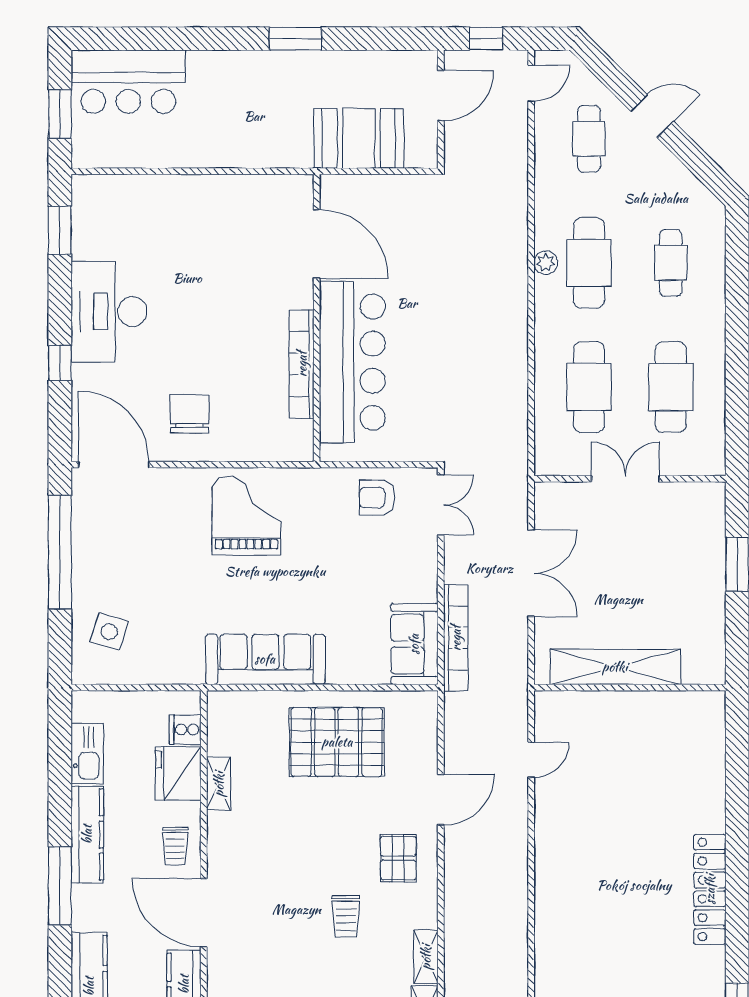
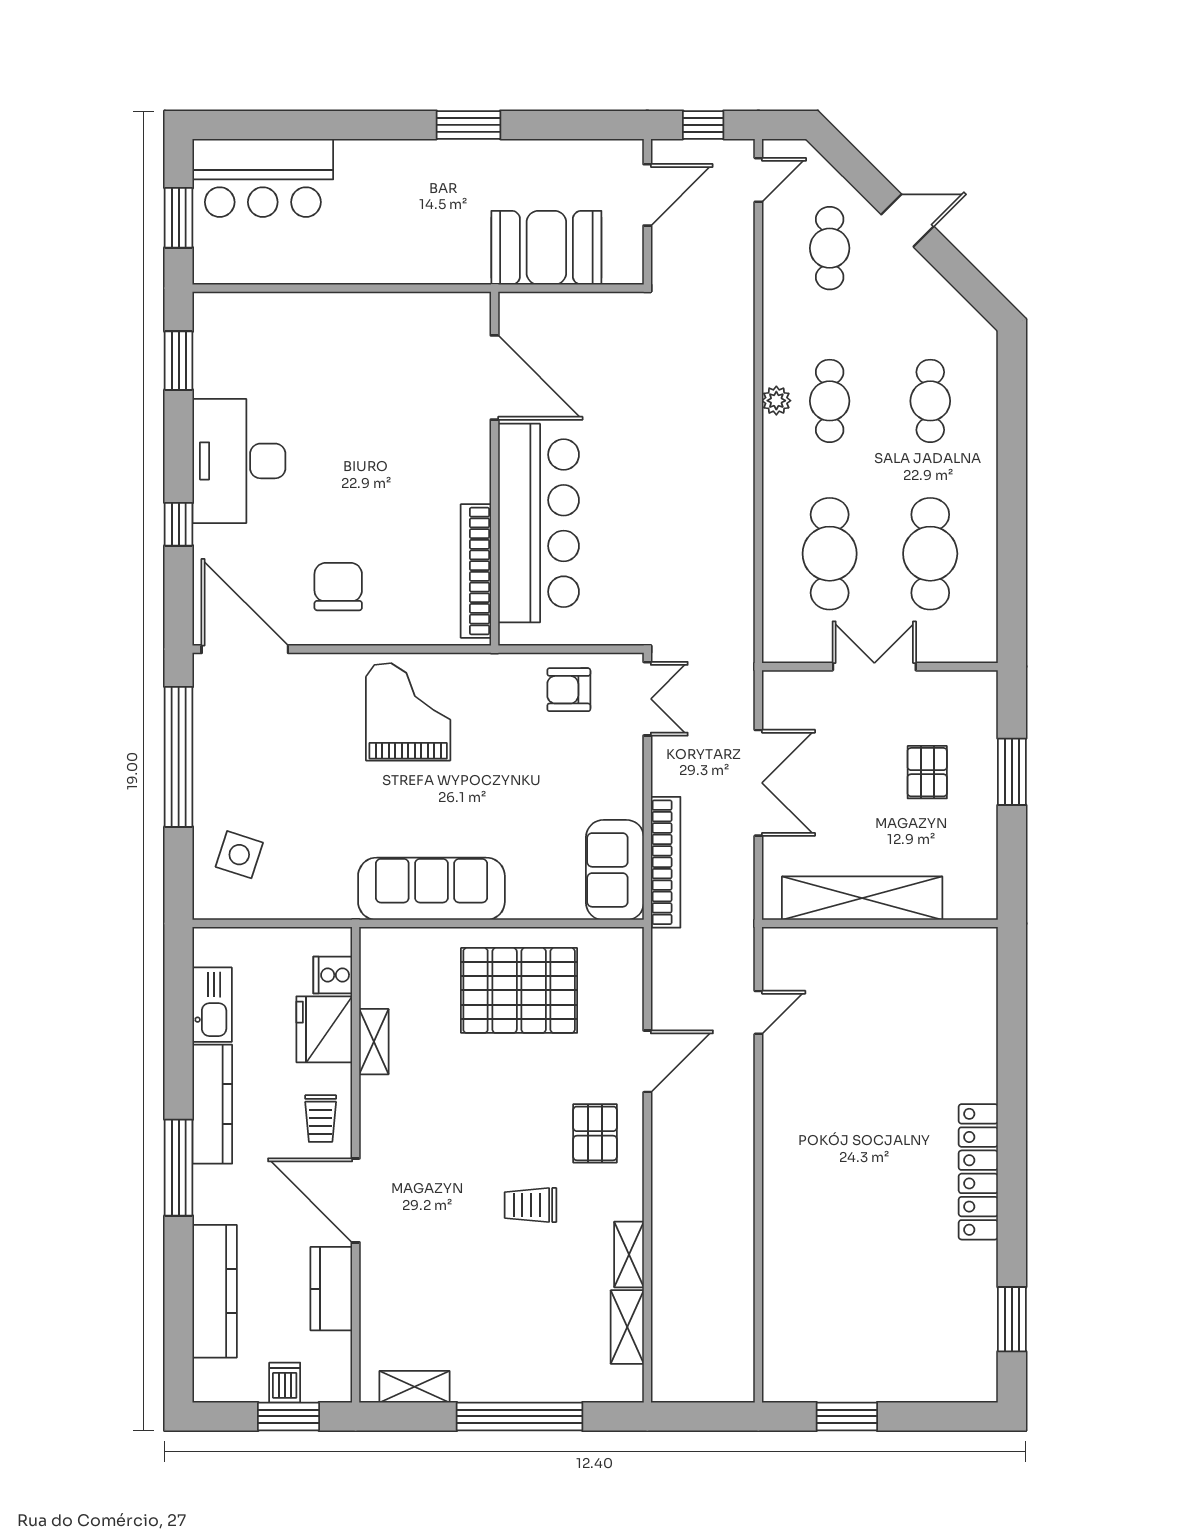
cafe table: (589, 263) -> (830, 401), width x0.73, depth x0.74
bookcase: (302, 364) -> (476, 571), moved
pallet: (668, 565) -> (927, 772), added
trolley: (346, 916) -> (531, 1205), turned 90

